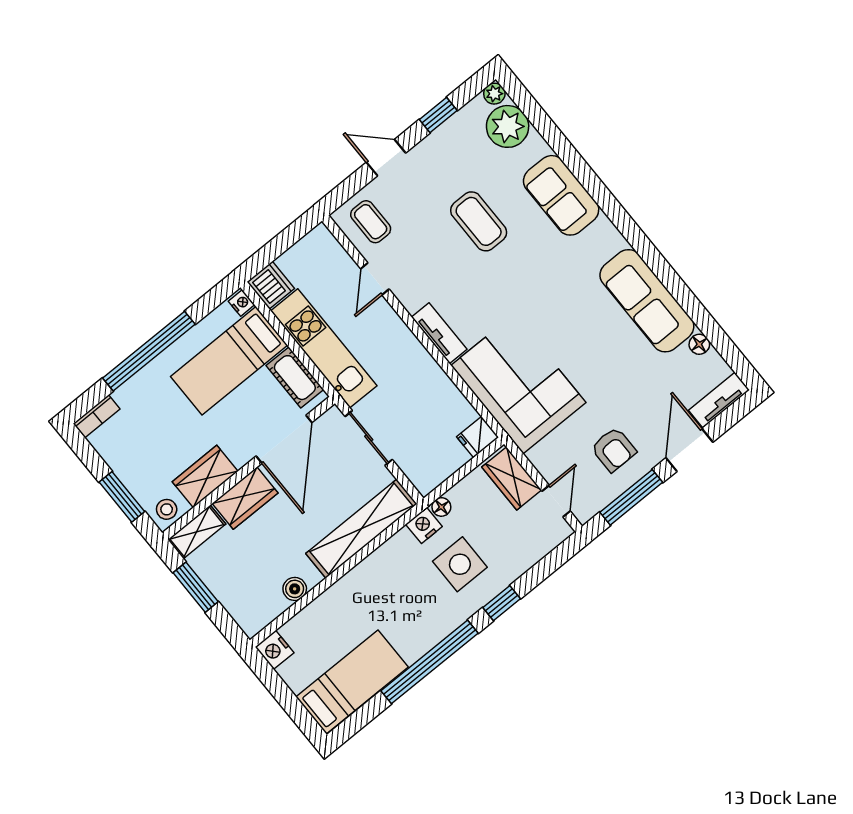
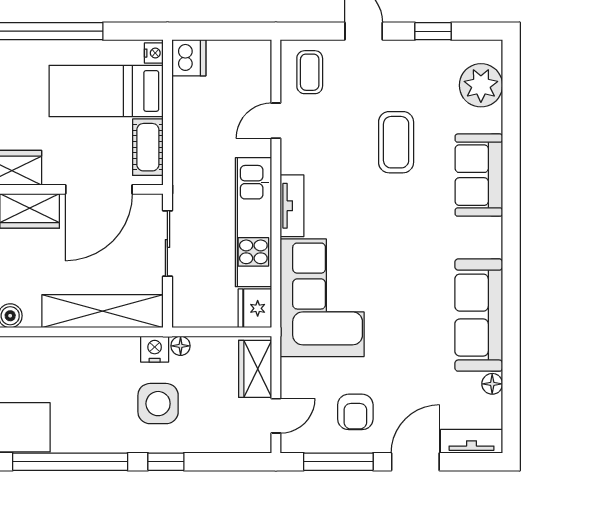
plant: (494, 94) -> (492, 51), removed
kitchen unit: (324, 348) -> (253, 222), moved, turned 180
fridge: (478, 437) -> (255, 308), width x1.38

